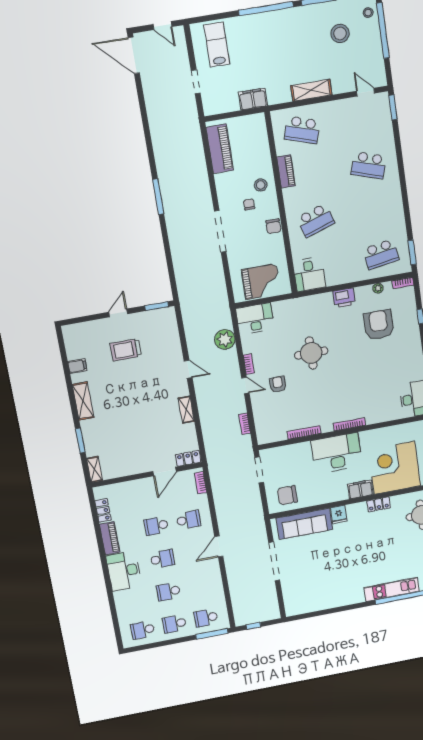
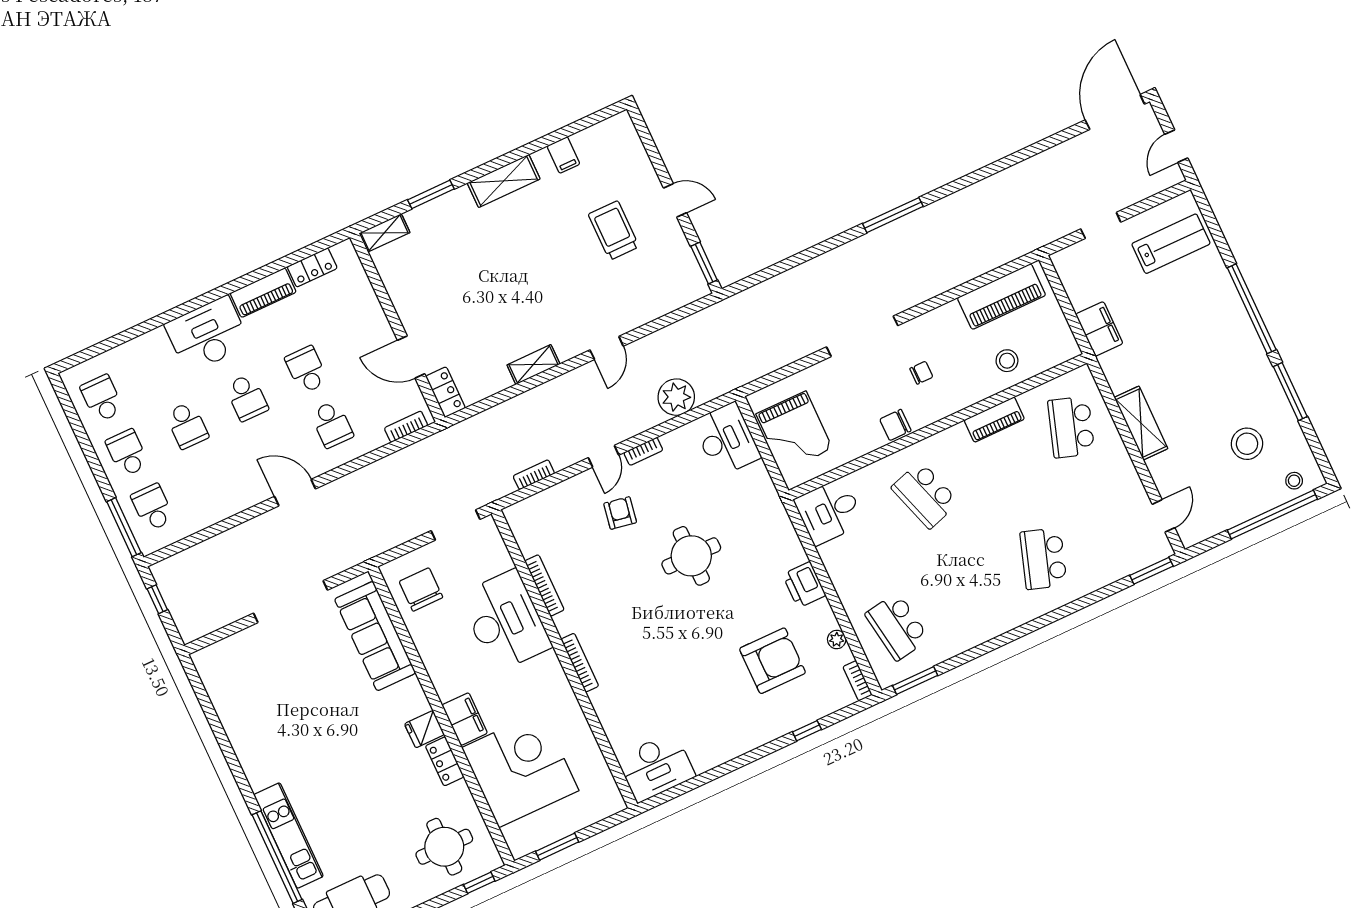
stool: (261, 185) -> (1007, 361), moved
armchair: (278, 384) -> (620, 513), turned -80
desk: (337, 453) -> (505, 621), moved
fridge: (339, 514) -> (424, 729), moved
school desk: (168, 592) -> (187, 425), turned 180

